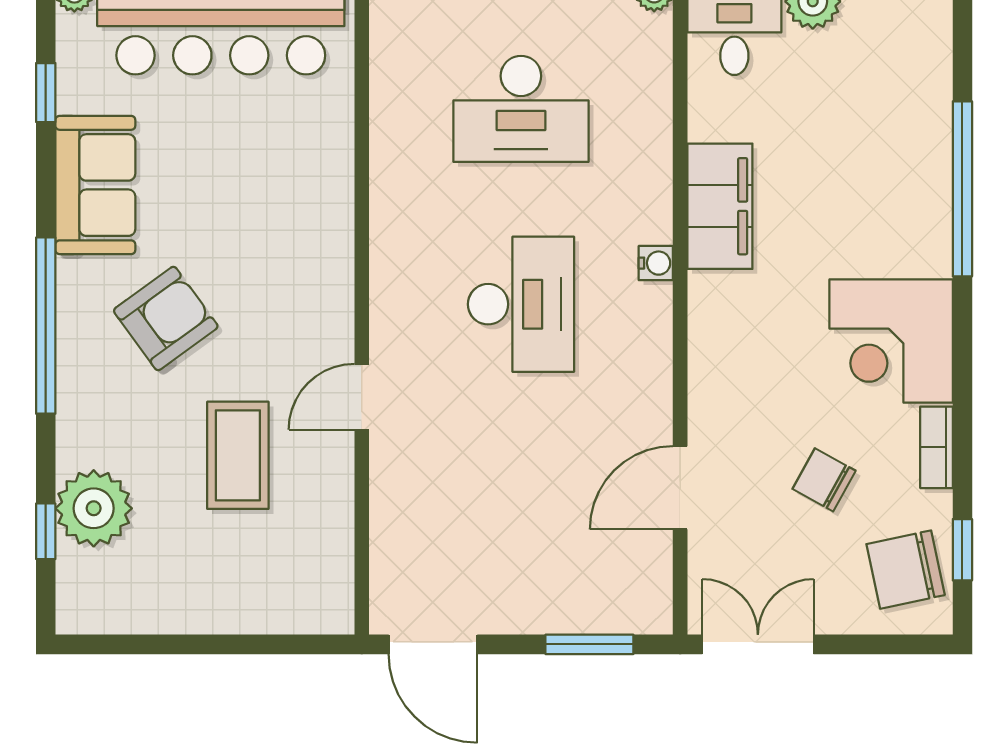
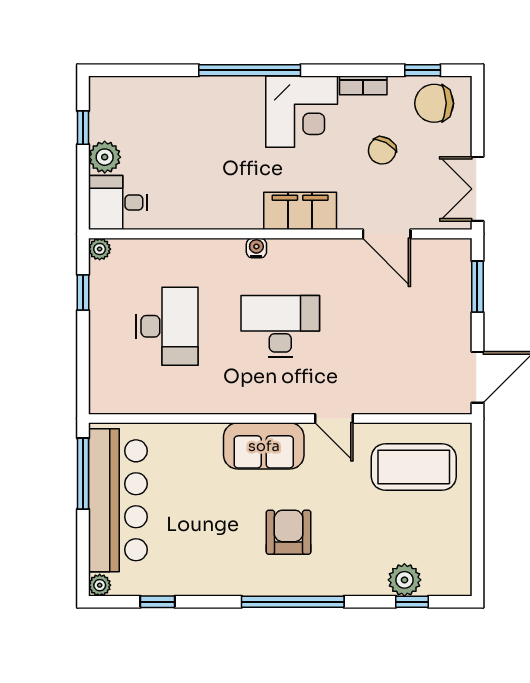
sofa: (95, 185) -> (264, 446), moved, turned 180
window: (962, 189) -> (250, 70), moved
filing cabinet: (720, 206) -> (300, 211), moved
armchair: (166, 318) -> (289, 532), turned 36
coffee table: (238, 455) -> (414, 467), moved, width x1.36, depth x1.32
plant: (94, 508) -> (404, 580), width x0.73, depth x0.73
chair: (906, 570) -> (434, 103), turned 102

